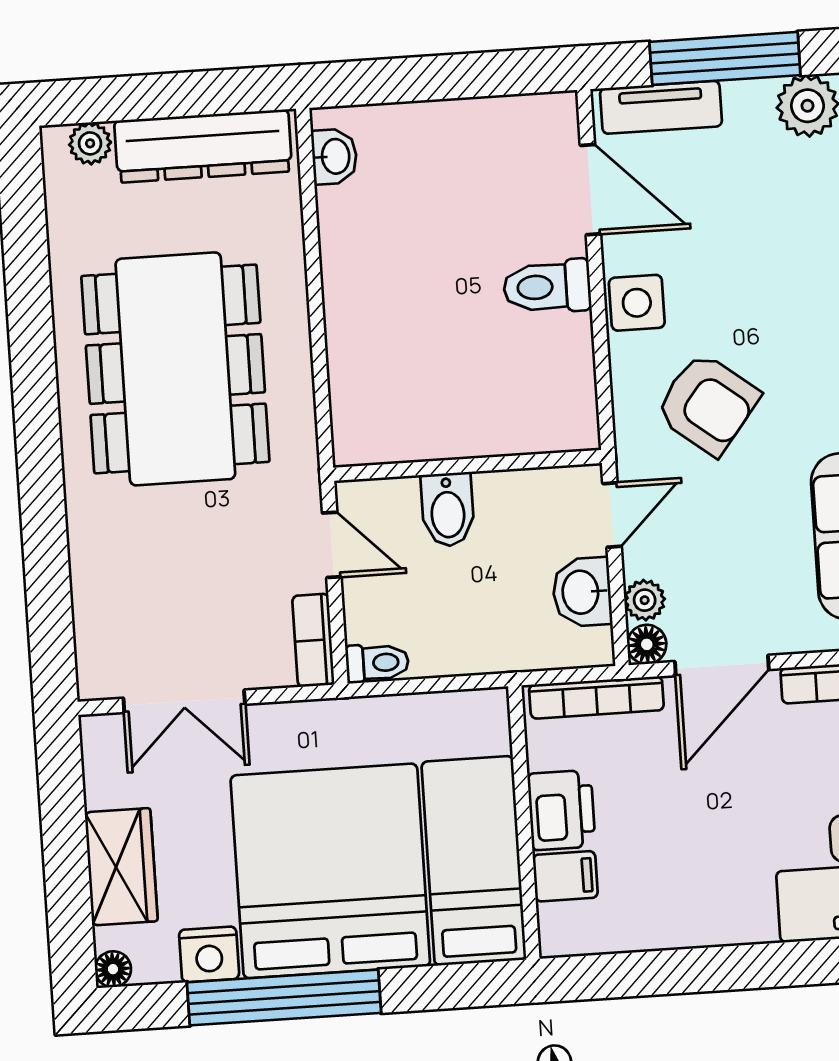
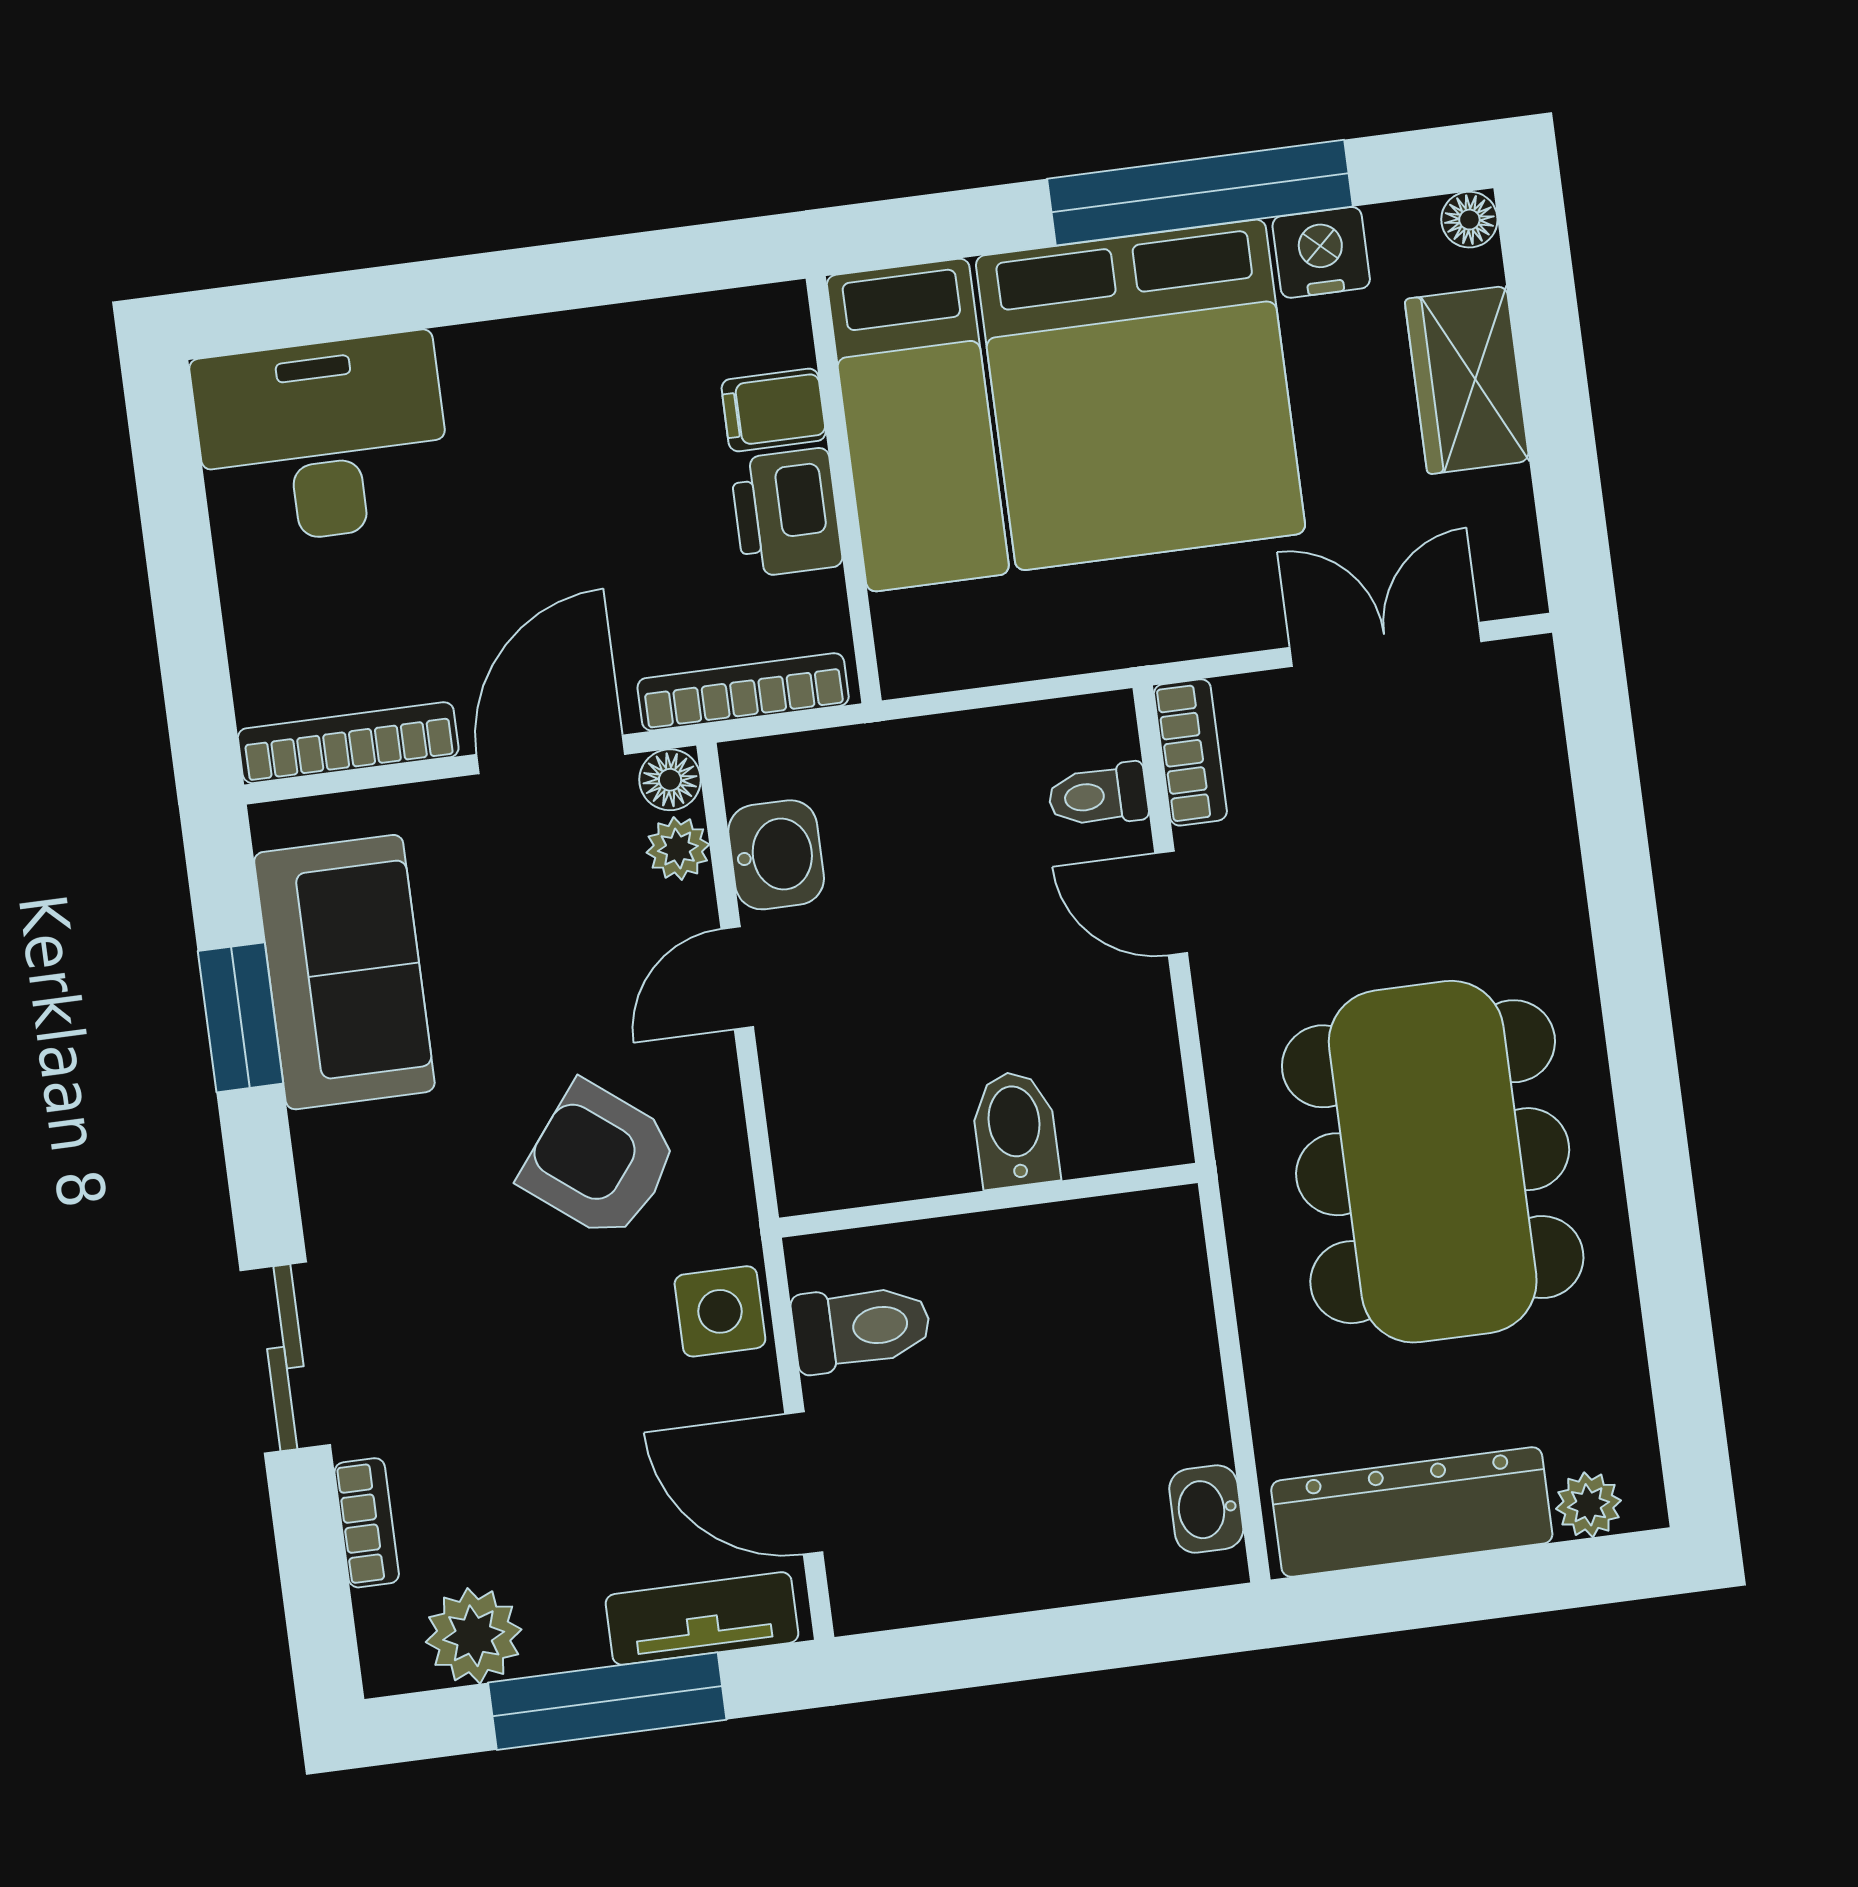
wall: (468, 465) -> (988, 1200), moved
bidet: (448, 510) -> (1015, 1129), moved
toilet: (377, 663) -> (1098, 796), moved

